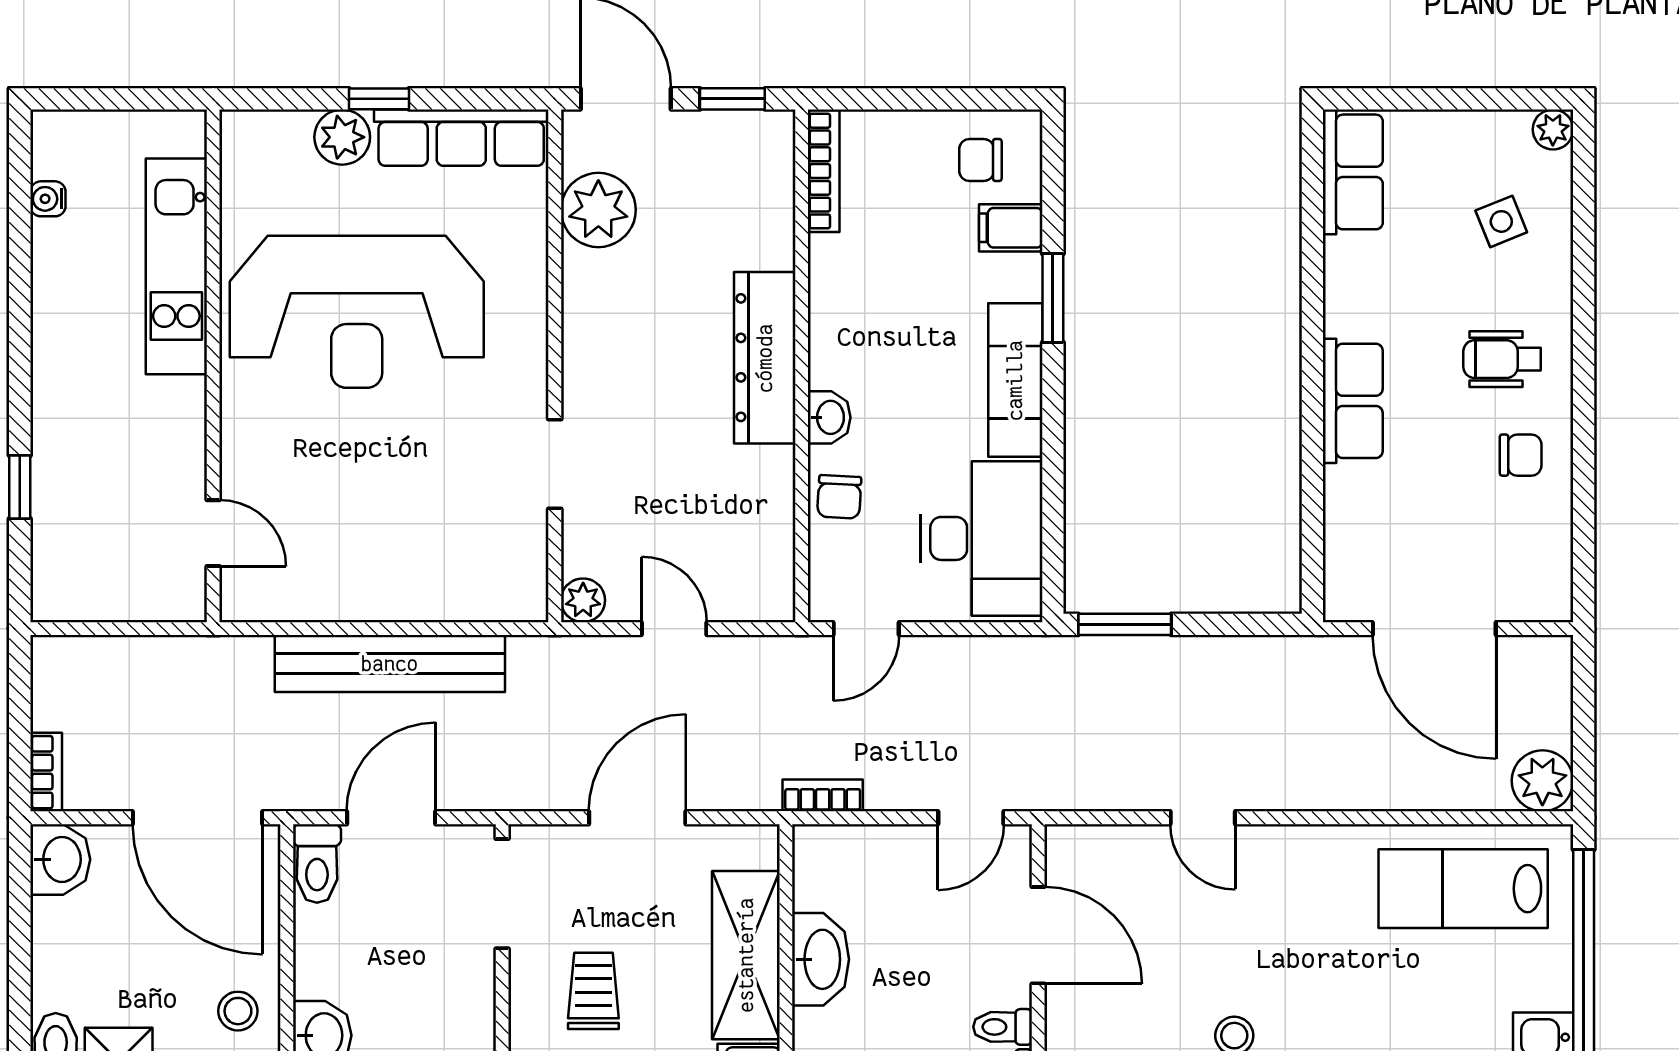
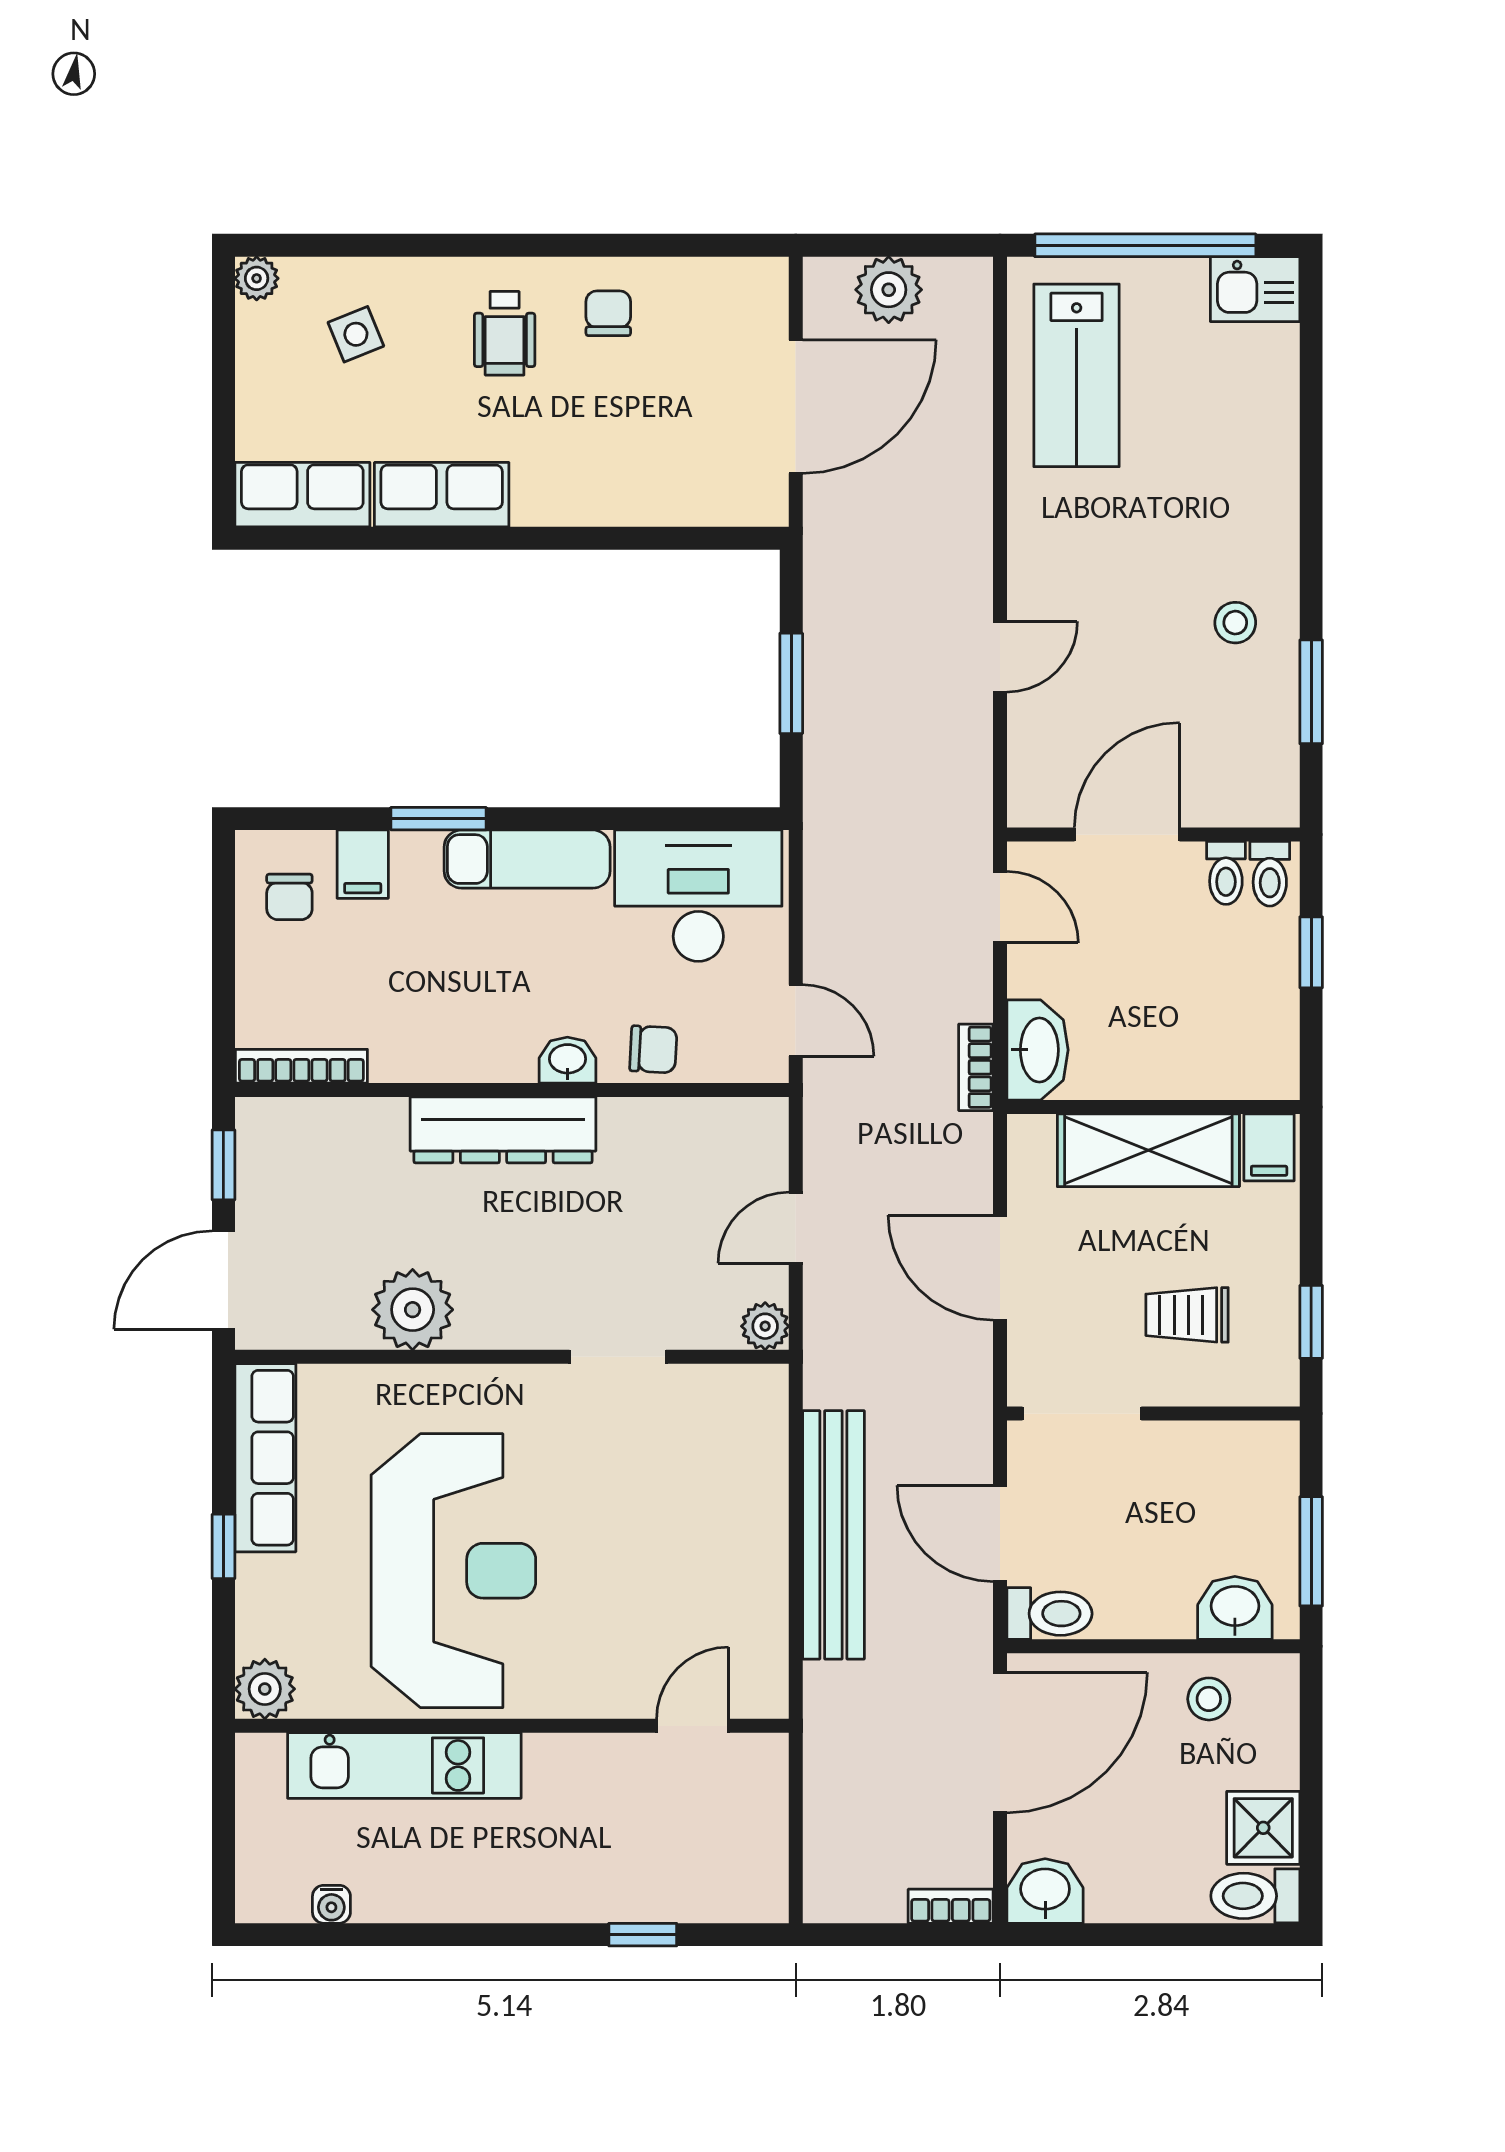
plant: (342, 137) -> (265, 1689), moved
plant: (598, 210) -> (413, 1310), moved
row of seats: (1353, 401) -> (442, 495), moved
window: (1125, 624) -> (791, 683), moved
plant: (1542, 781) -> (889, 290), moved
washbasin: (821, 959) -> (1038, 1050), moved, turned 90

